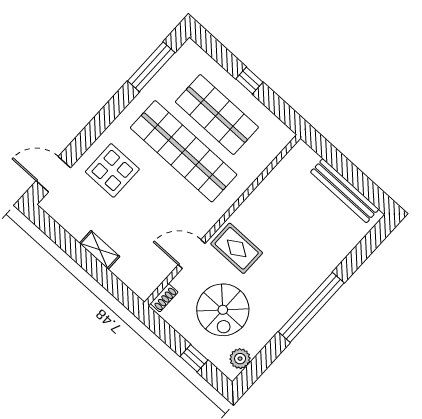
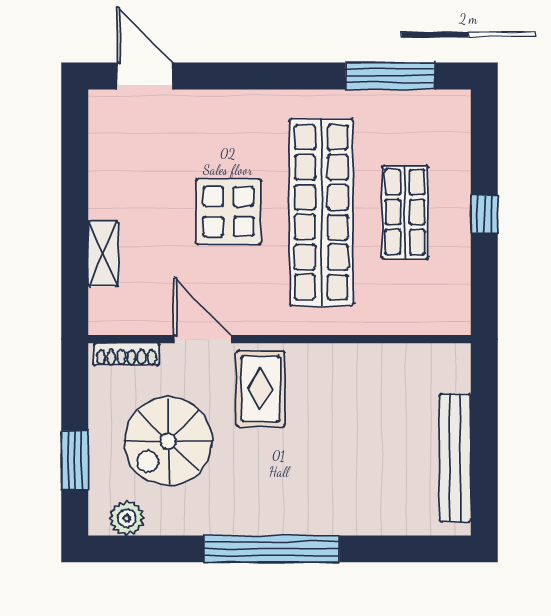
shop shelf: (217, 115) -> (405, 212), width x0.70, depth x0.74
display table: (112, 170) -> (228, 211), moved
shelving: (100, 250) -> (103, 254), moved
shoe rack: (164, 298) -> (126, 354), width x1.43
window: (194, 358) -> (75, 460), width x1.50

